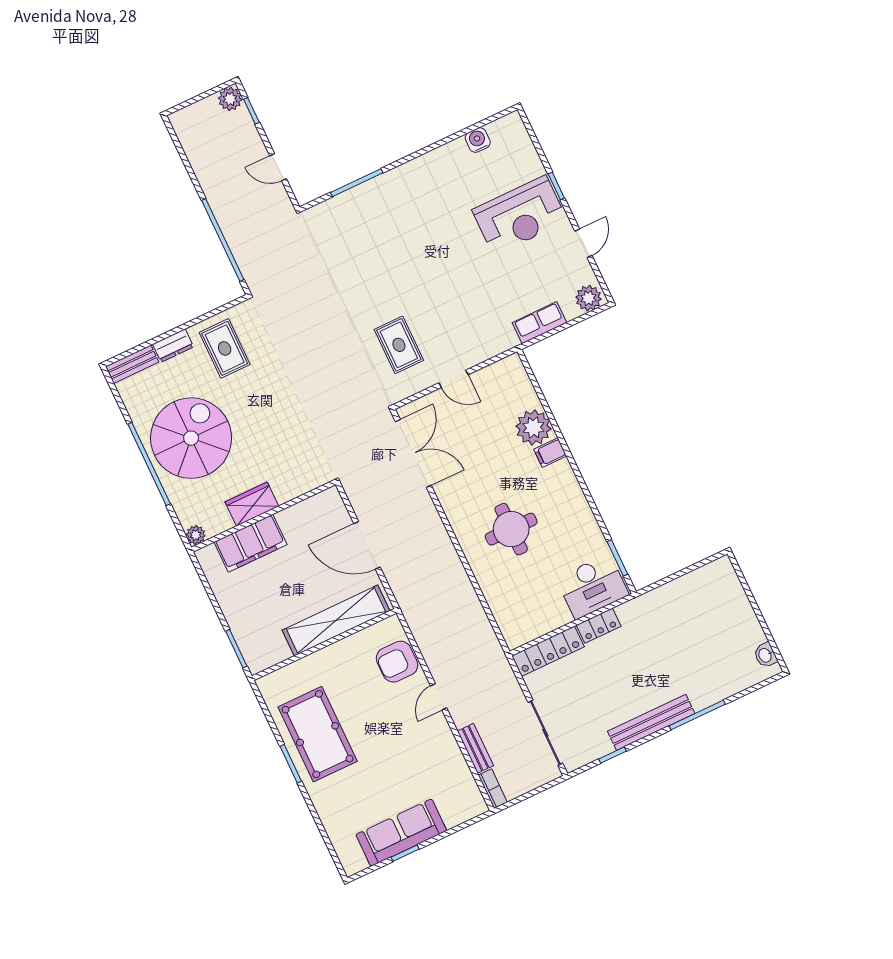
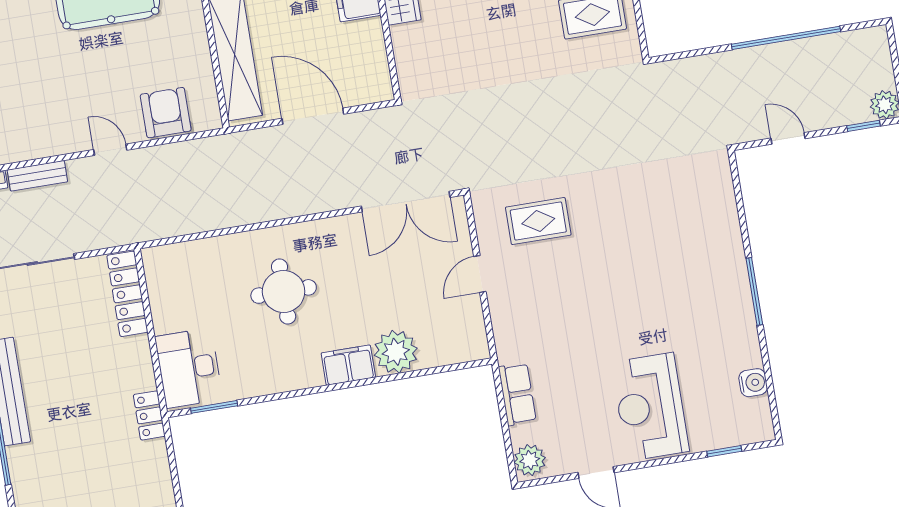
door: (278, 167) -> (788, 138), hinge flipped
window: (357, 183) -> (754, 291), moved
window: (556, 186) -> (724, 451), moved
window: (223, 240) -> (786, 38), moved
filing cabinet: (550, 453) -> (348, 365), width x2.00
door: (367, 545) -> (313, 116), hinge flipped
locker: (599, 626) -> (149, 415), moved

